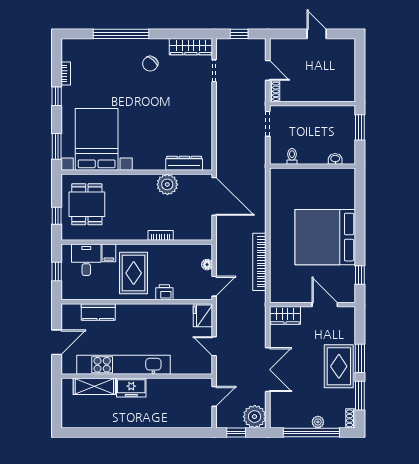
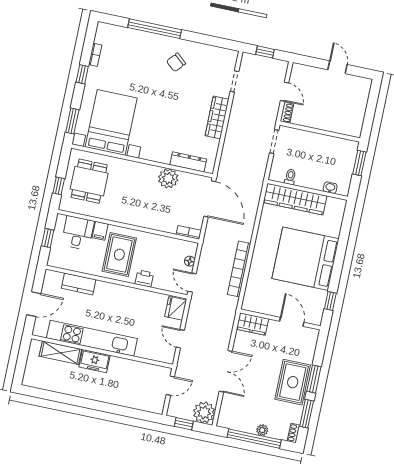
wardrobe: (191, 47) -> (217, 118), moved, turned 90
wardrobe: (302, 178) -> (295, 199), added
bookcase: (161, 235) -> (189, 232), moved
door: (214, 286) -> (192, 283), swing flipped

